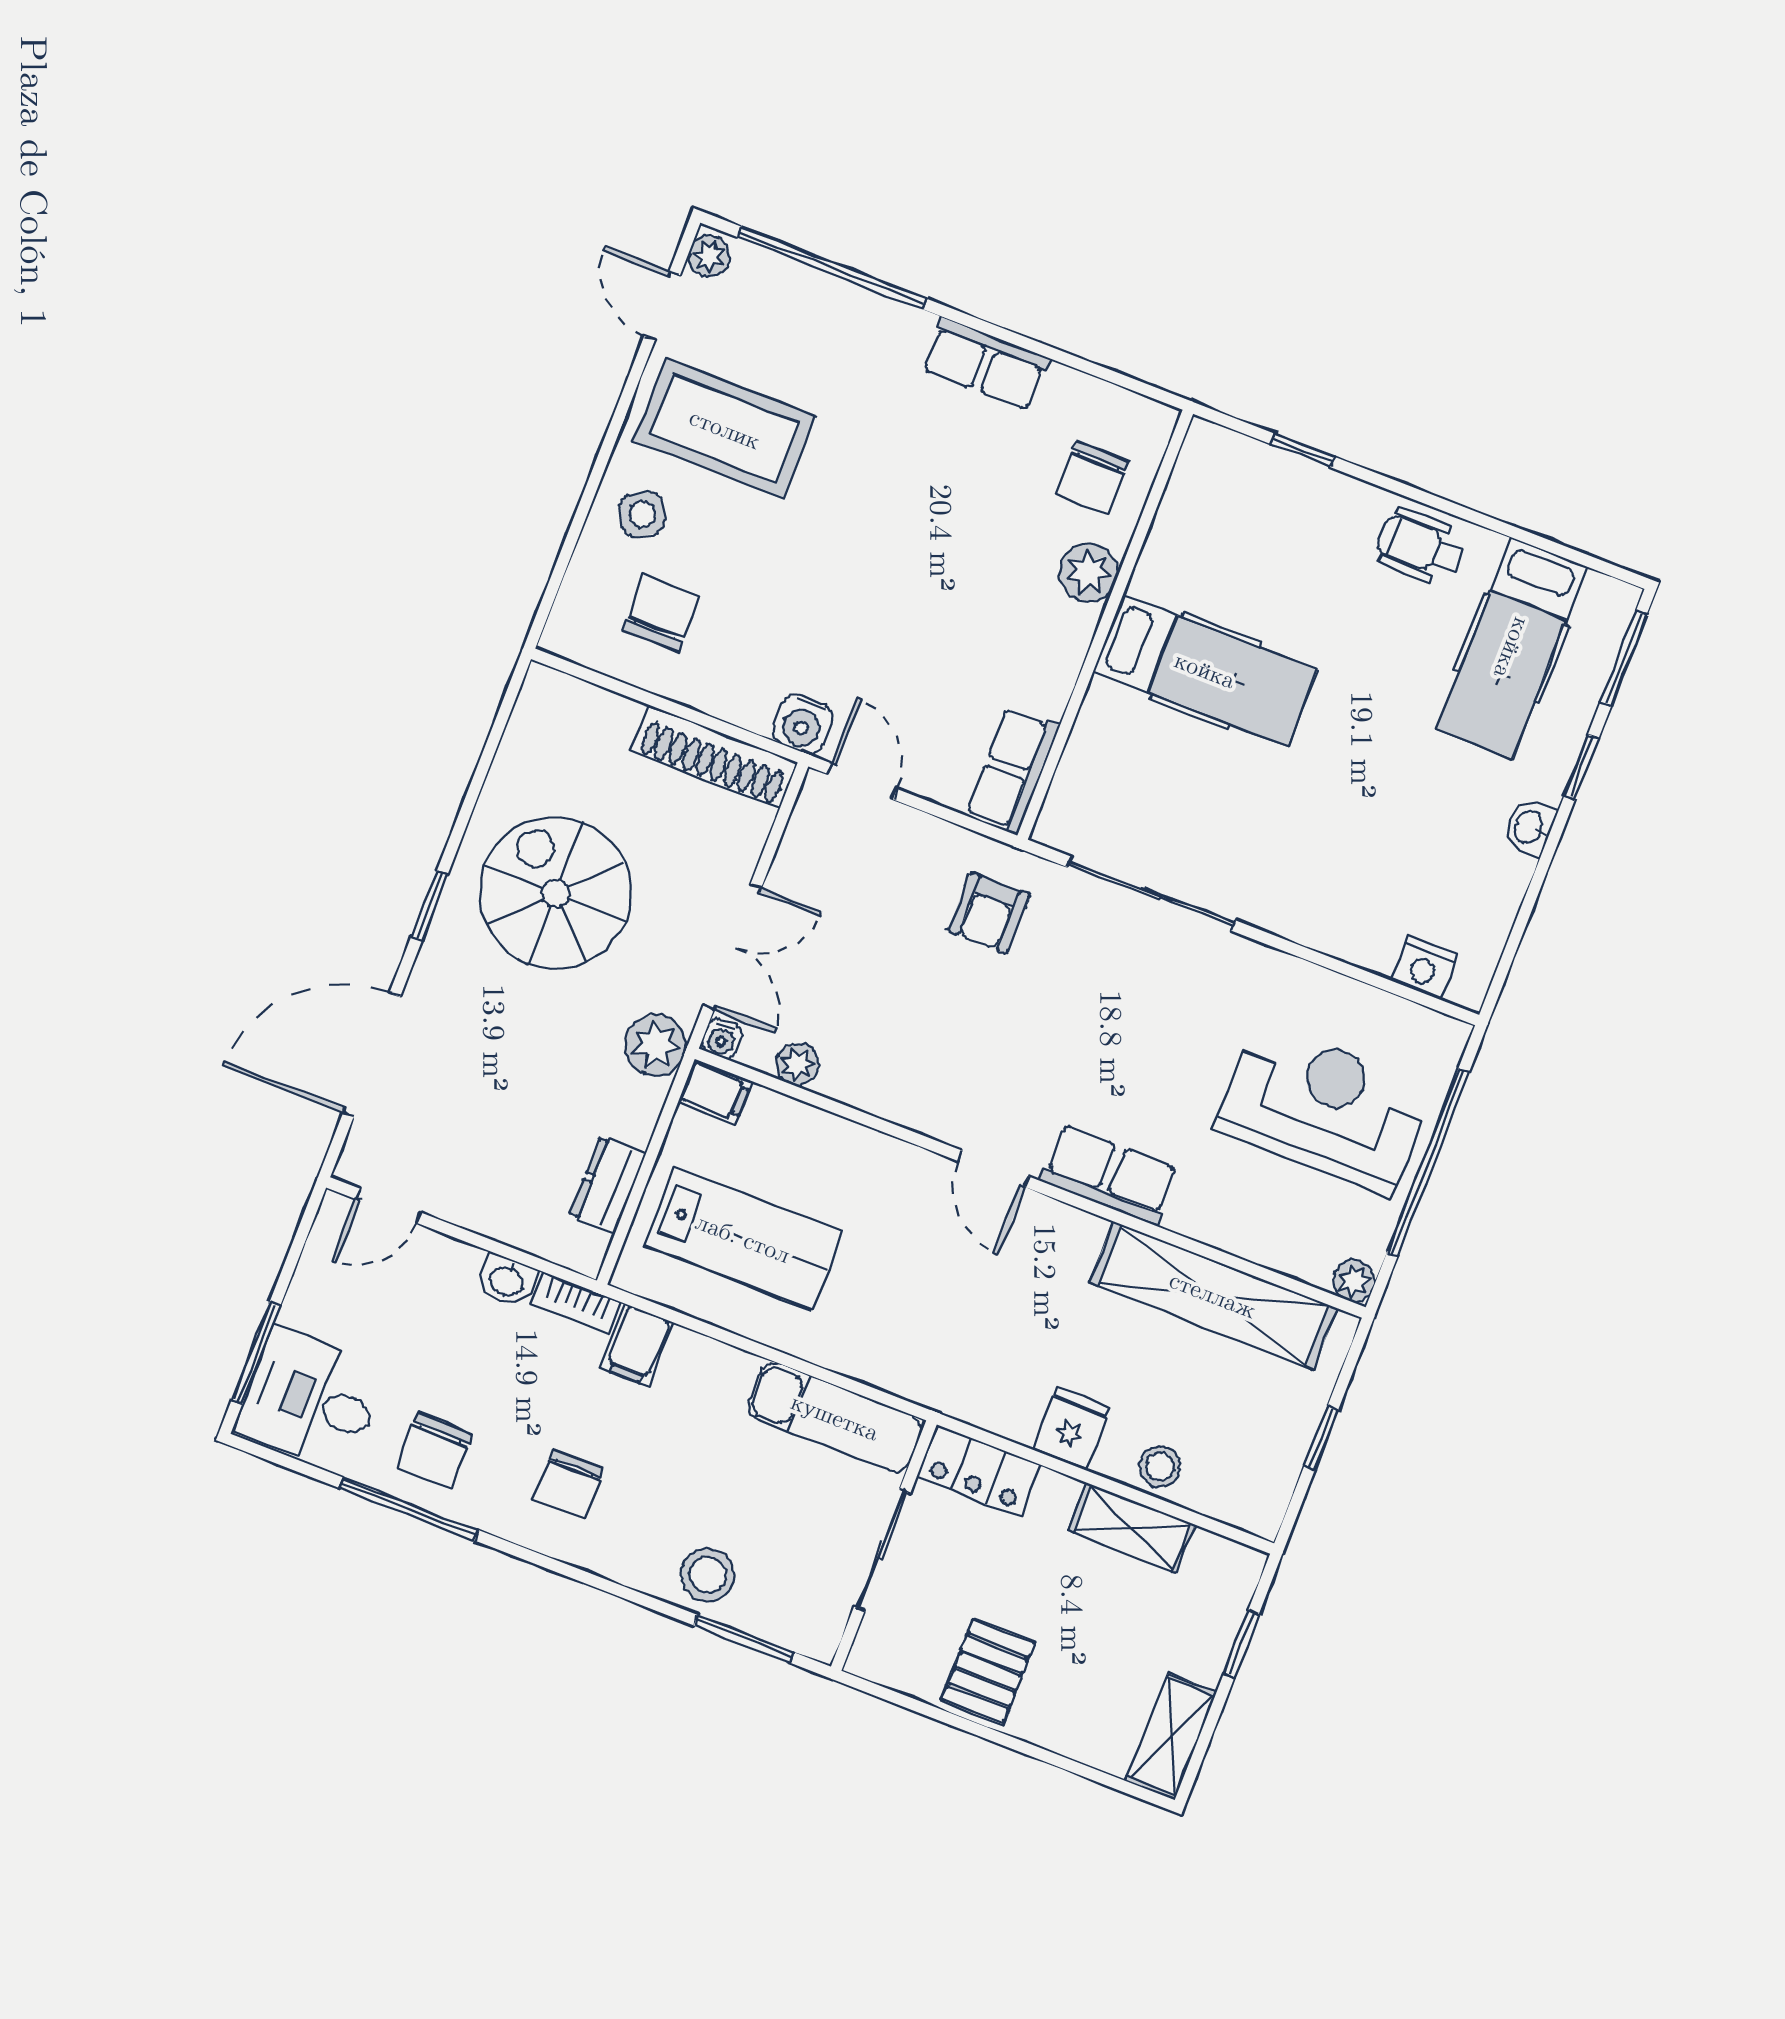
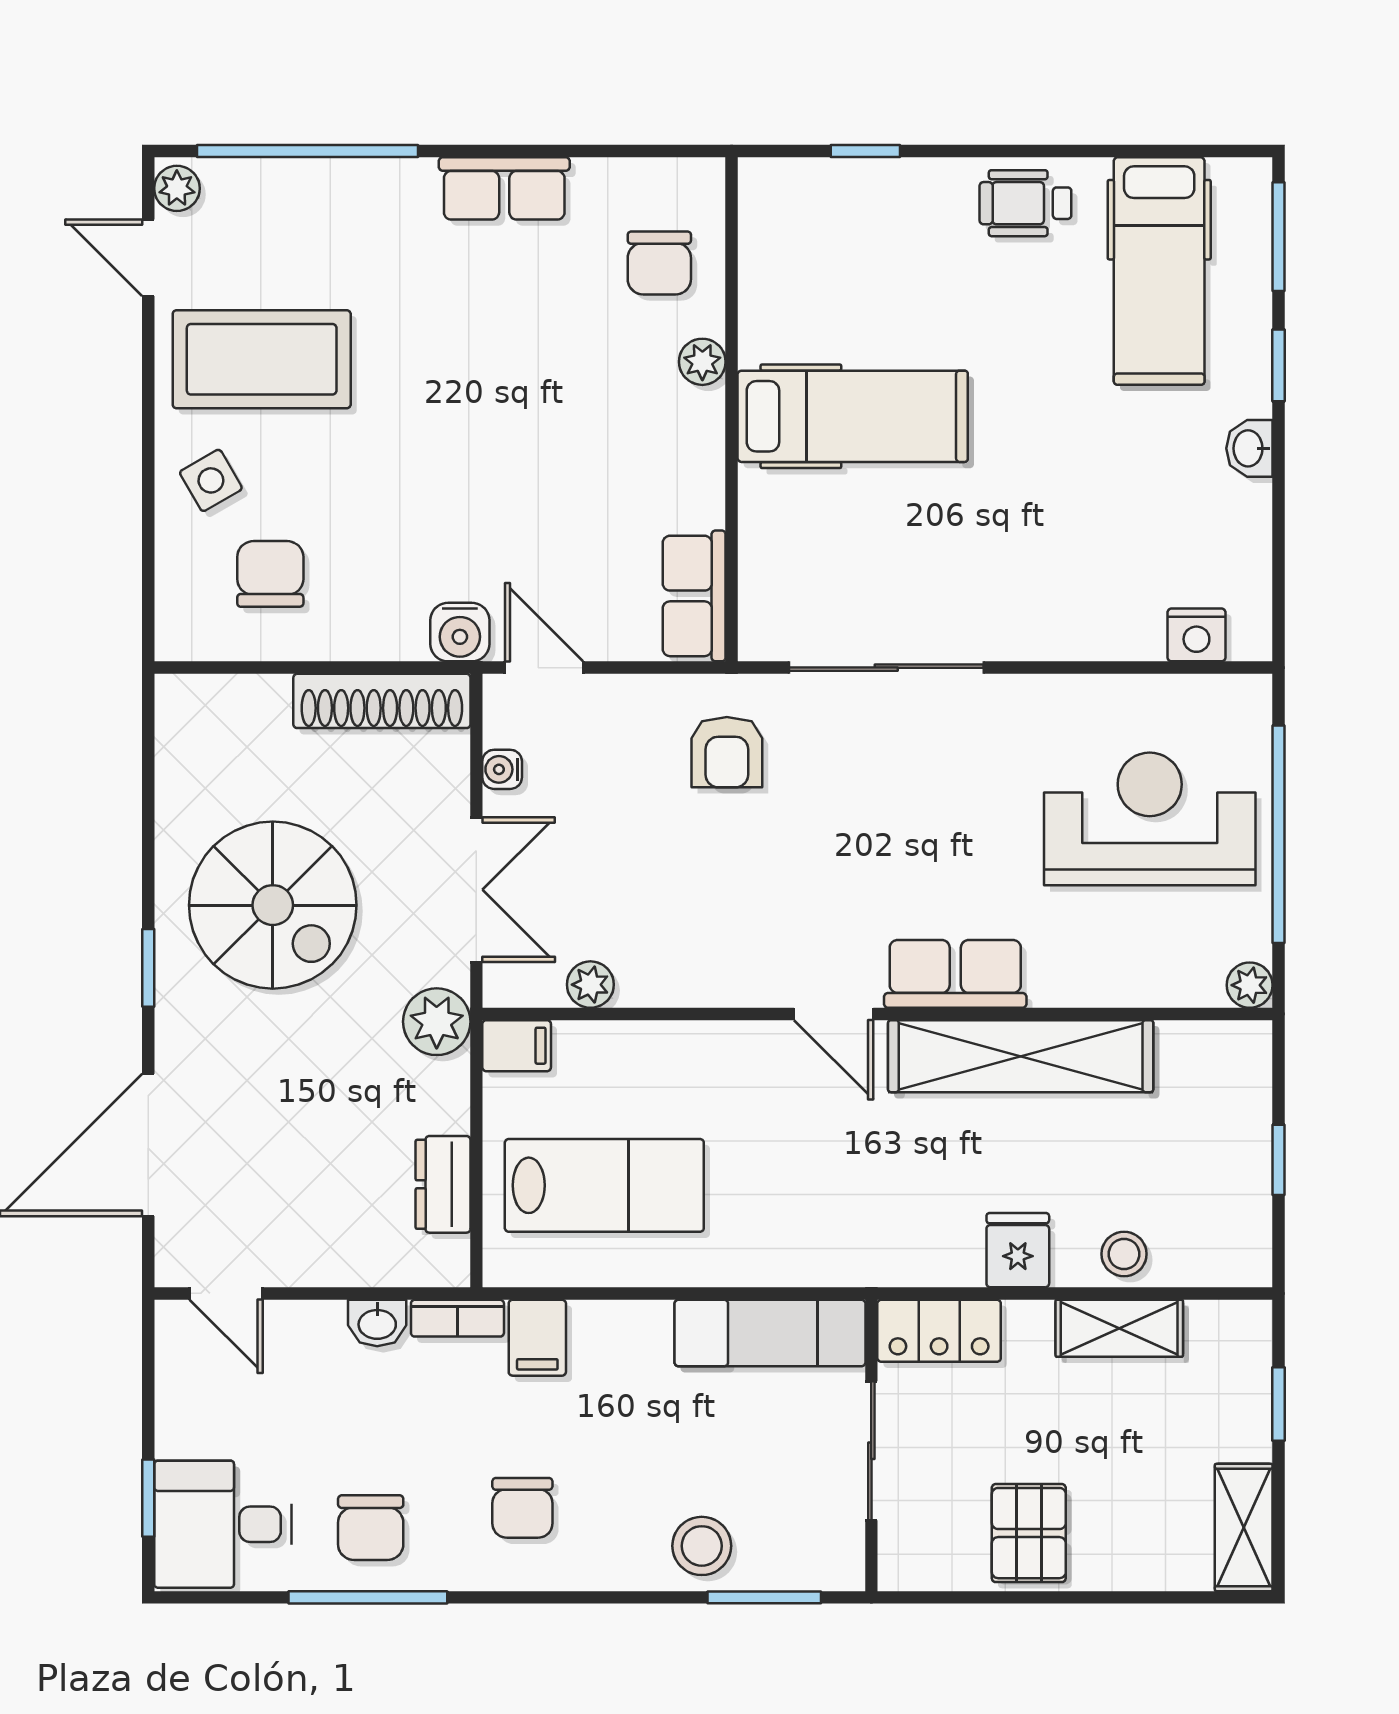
plant: (1089, 572) -> (702, 362), width x0.73, depth x0.73
spiral stairs: (555, 893) -> (273, 905), turned 180
water cooler: (722, 1038) -> (502, 769), moved, turned 90
door: (389, 1206) -> (226, 1293), hinge flipped
shelving: (1213, 1295) -> (1021, 1056), moved
window: (256, 1353) -> (148, 1498), width x0.67

